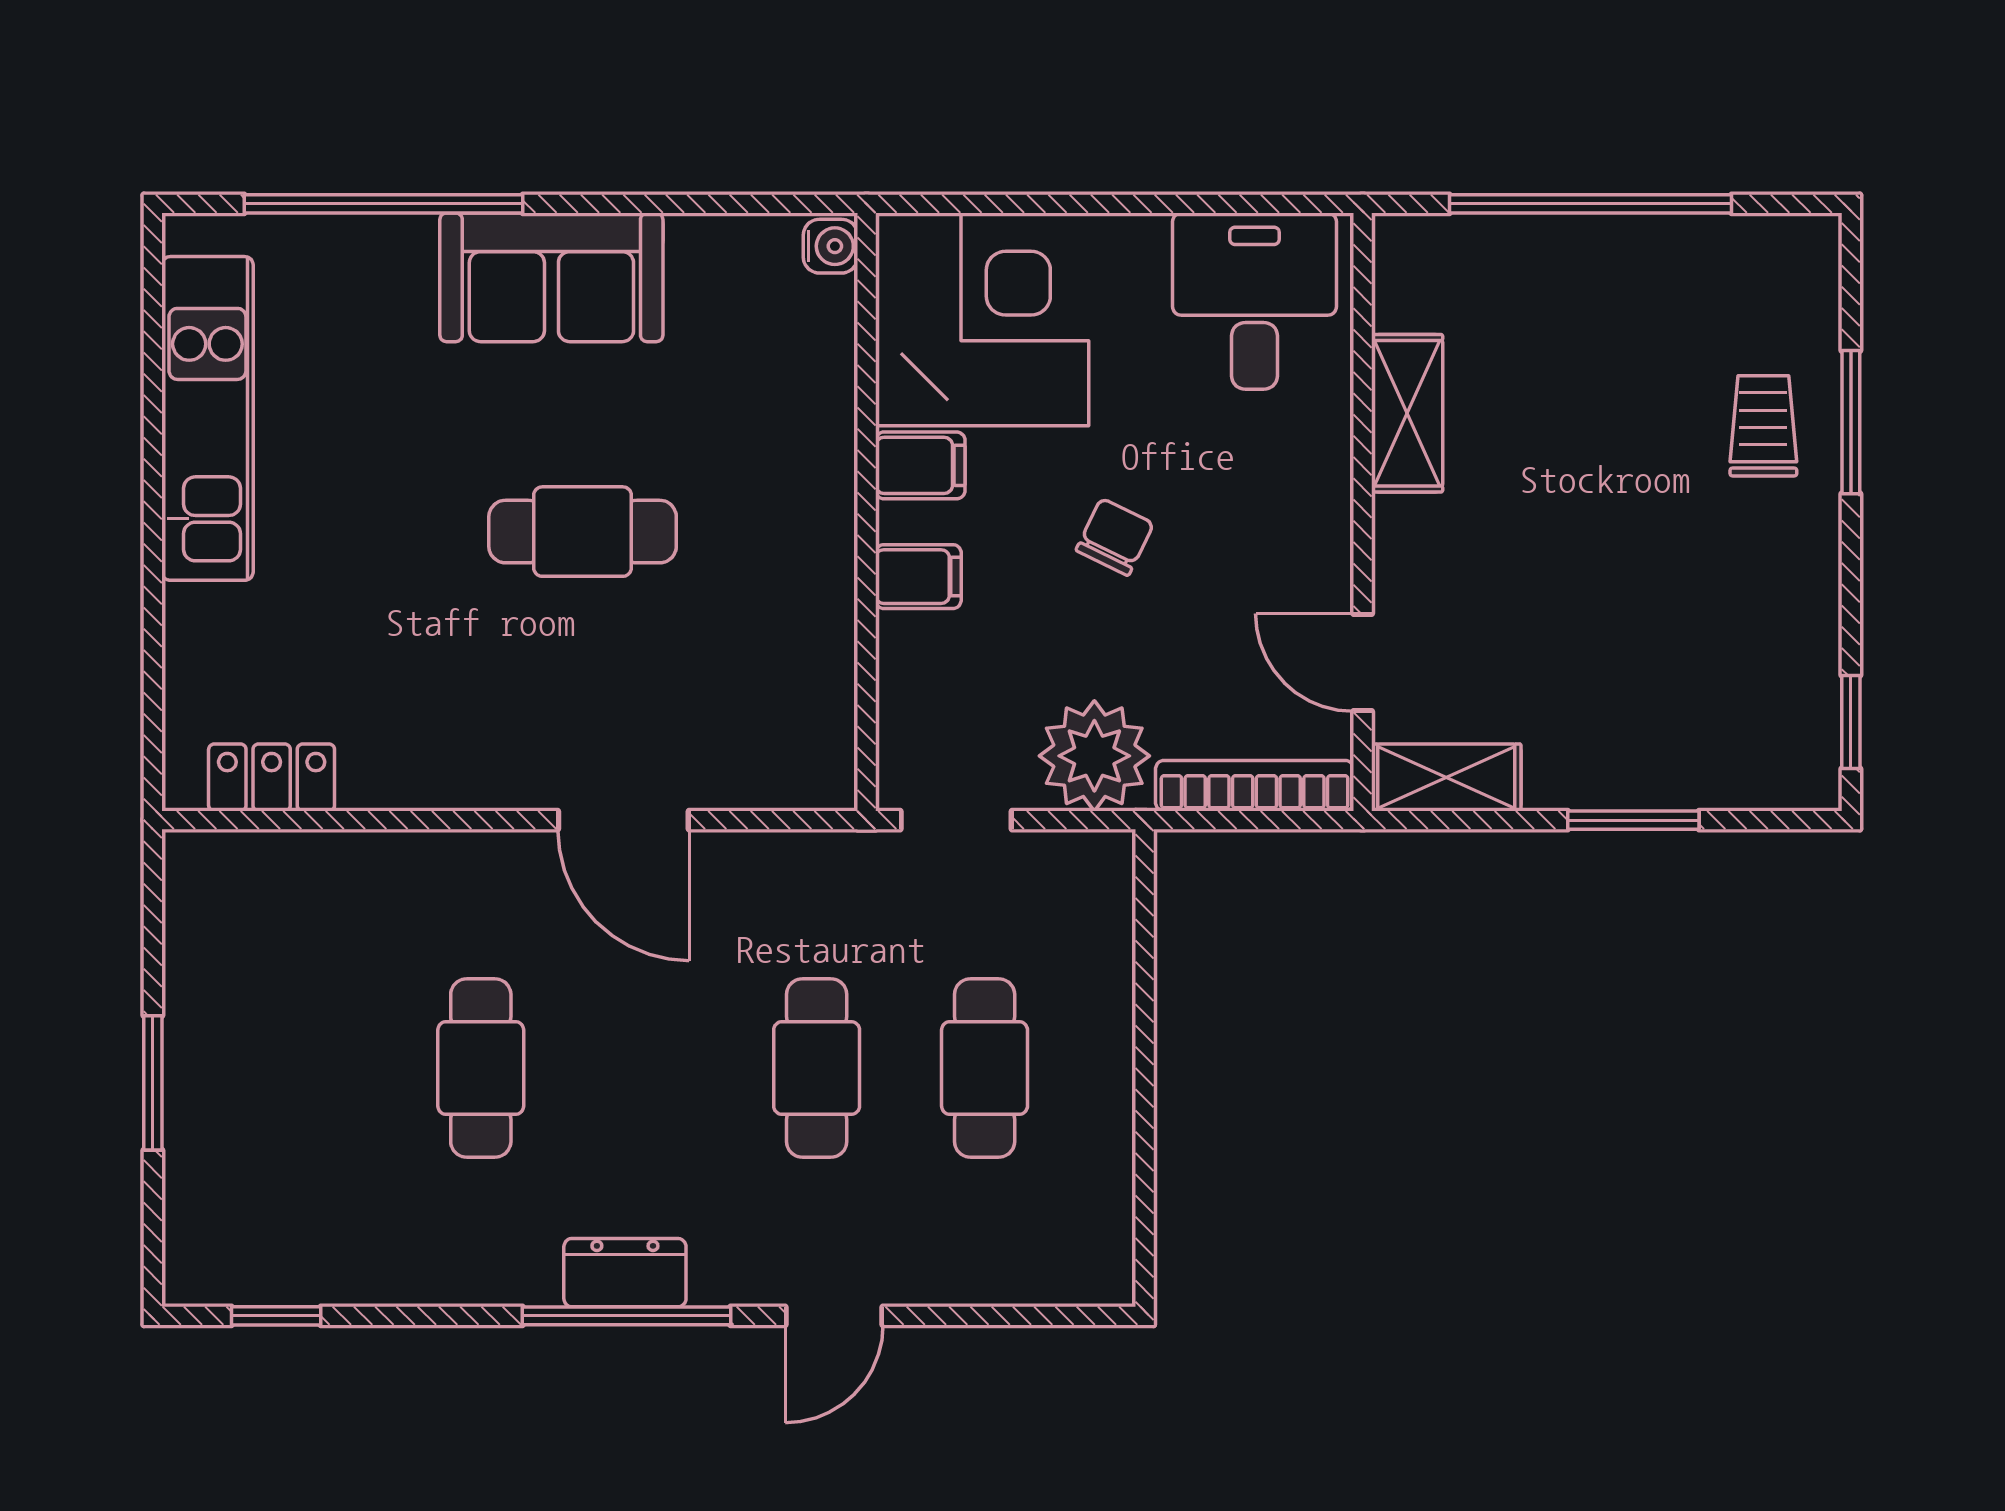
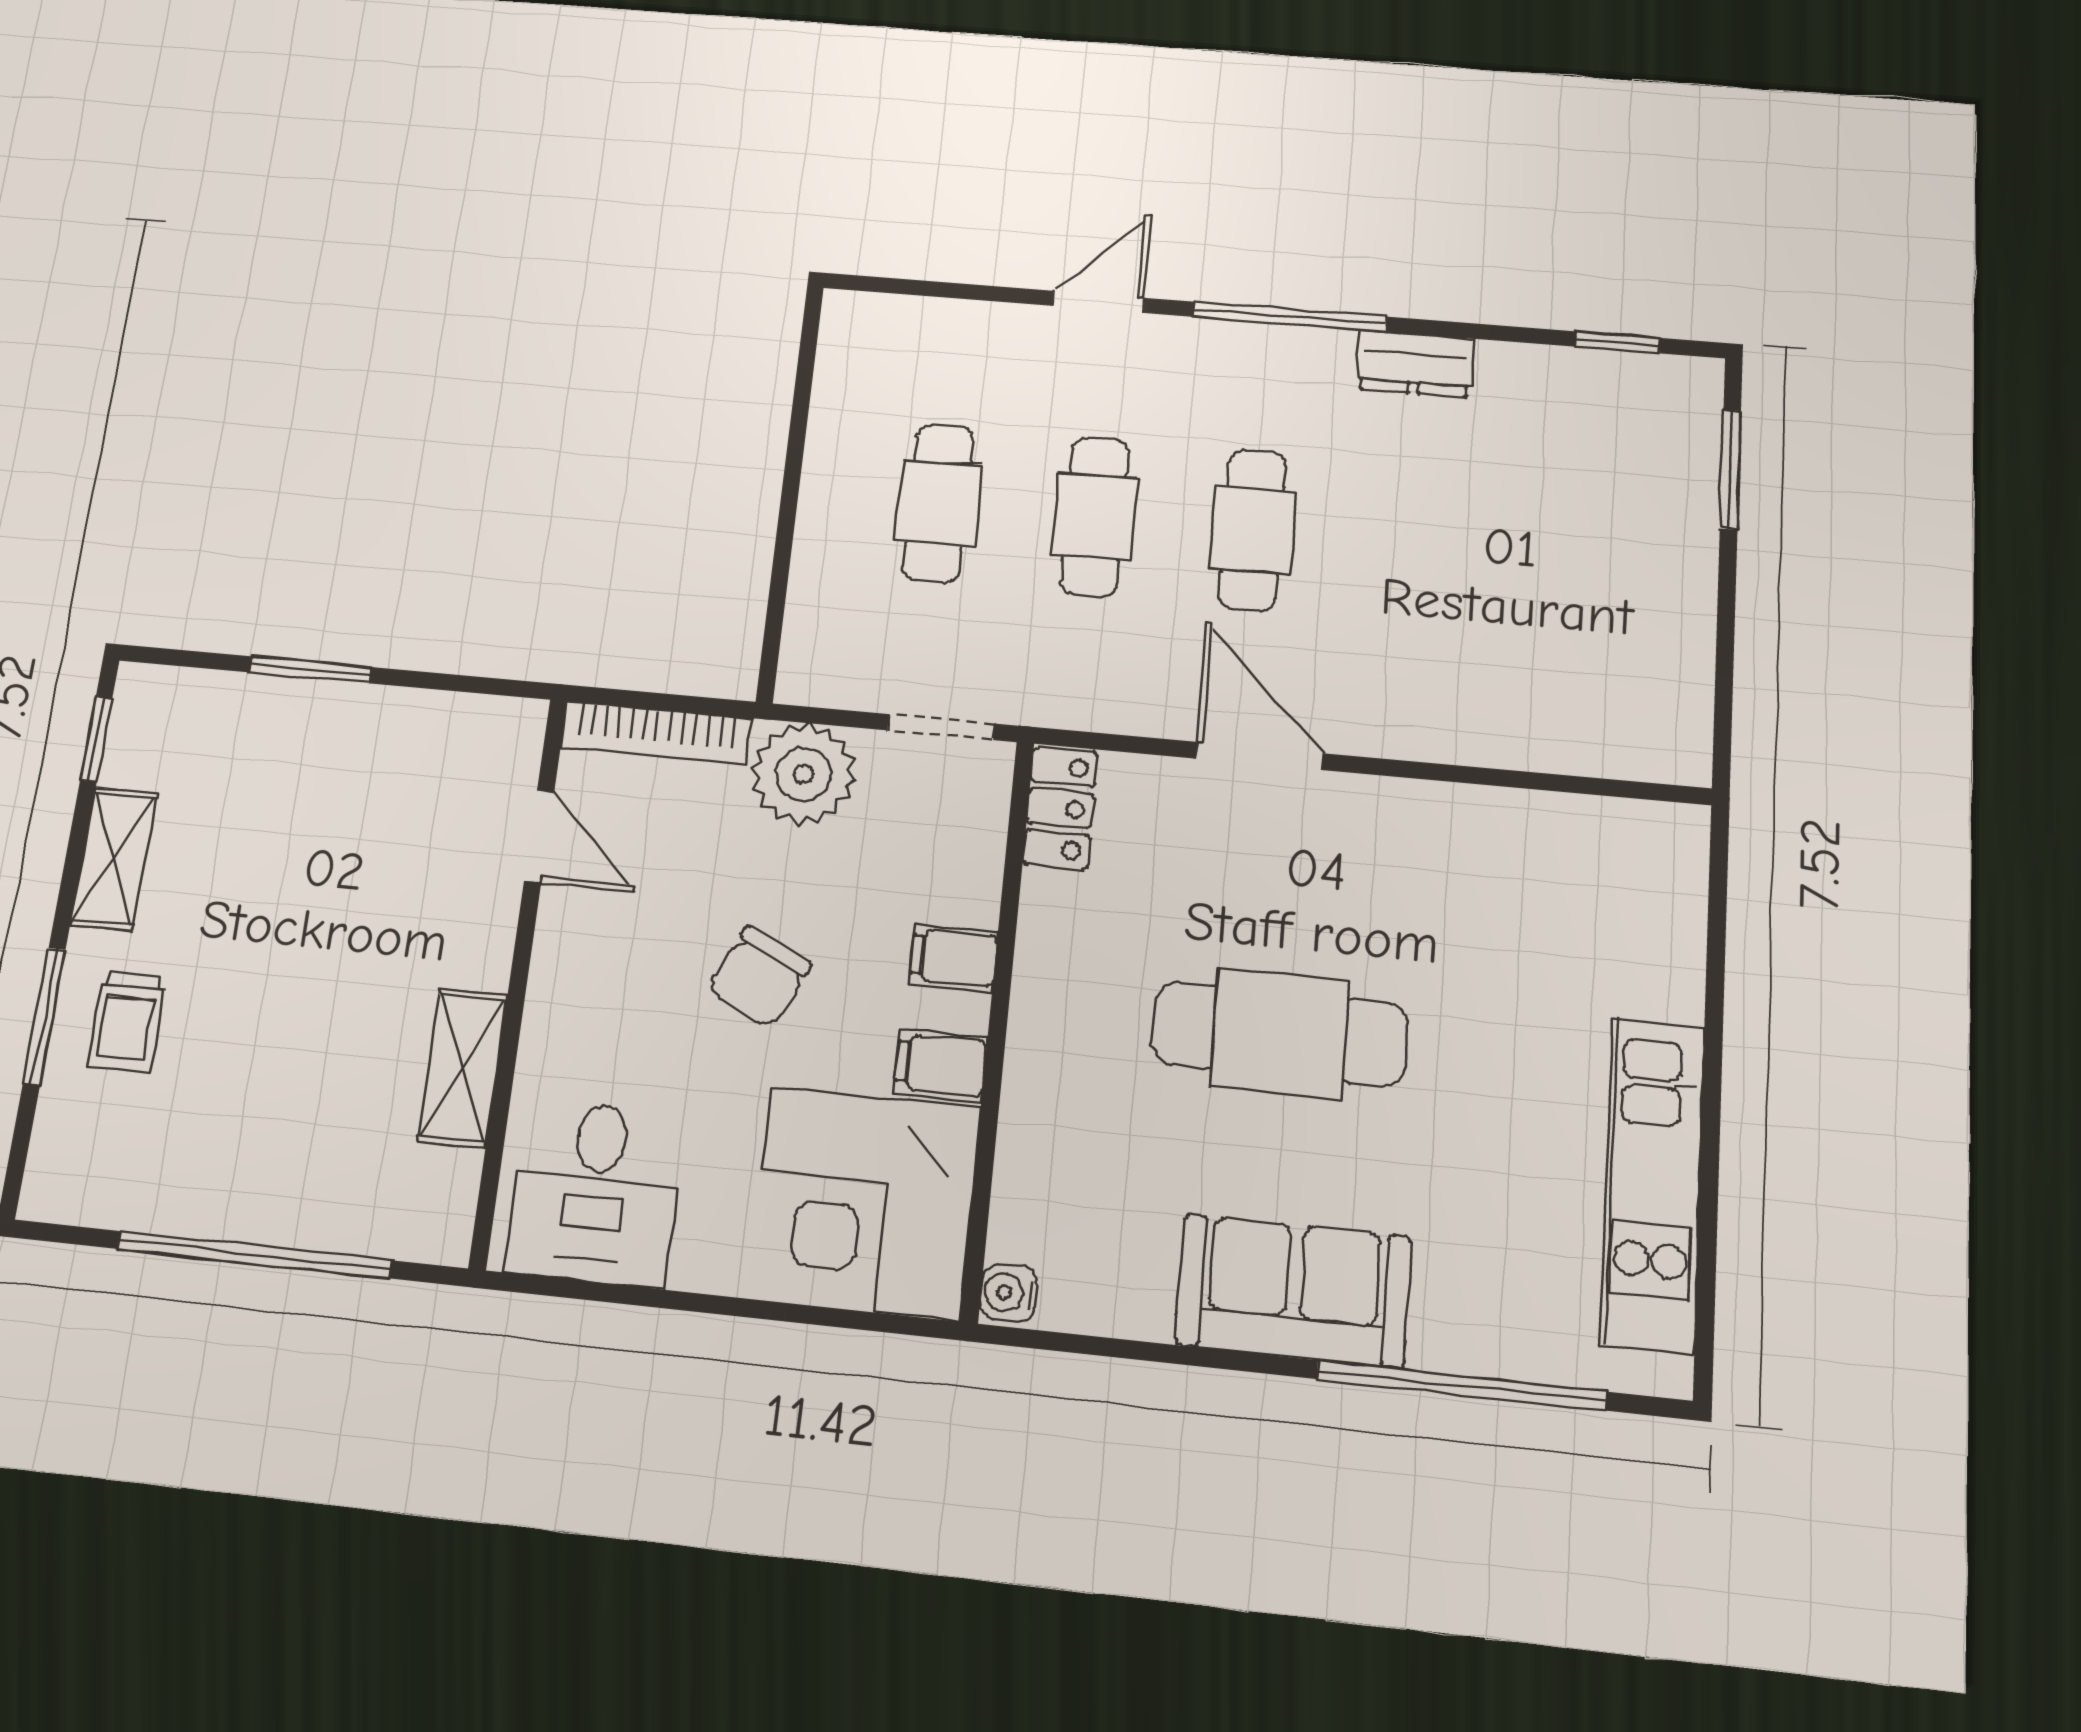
cafe table: (583, 532) -> (1280, 1034), width x1.37, depth x1.35
chair: (1115, 537) -> (759, 977), width x1.37, depth x1.37
locker: (272, 777) -> (1060, 808), moved, turned -90
shelving: (1446, 777) -> (114, 859), moved, turned 90
cafe table: (481, 1068) -> (1253, 530), moved
window: (153, 1083) -> (1730, 469), moved
dresser: (625, 1273) -> (1415, 364), moved

